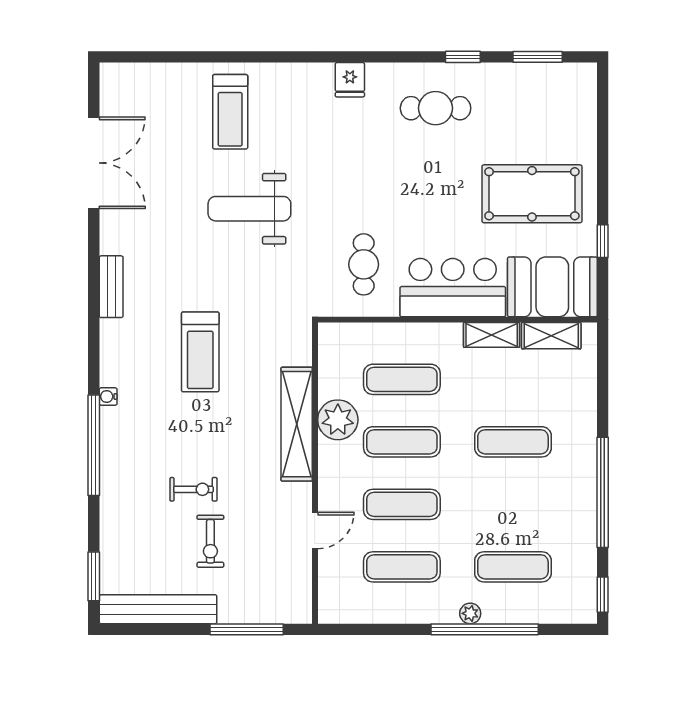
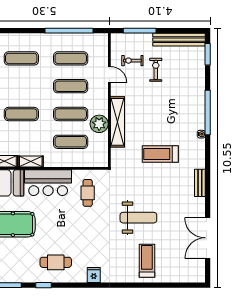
treadmill: (200, 352) -> (160, 154), turned -90
exercise bike: (194, 489) -> (132, 61), moved
door: (315, 530) -> (109, 75), swing flipped
plant: (470, 613) -> (40, 38), removed
window: (485, 629) -> (69, 31), moved

